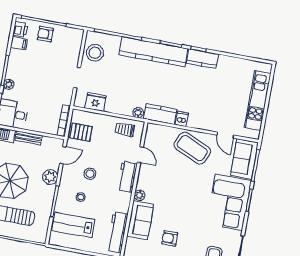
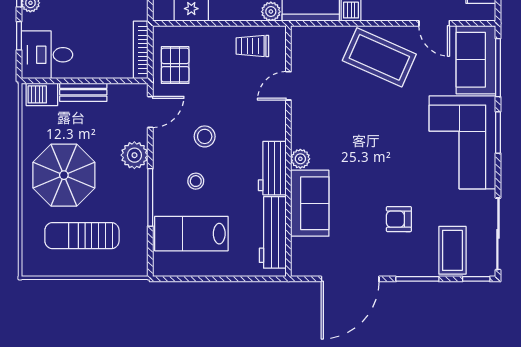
pallet: (81, 132) -> (175, 65), turned 90
door: (140, 155) -> (288, 86), swing flipped
workbench: (127, 177) -> (272, 168), moved
armchair: (170, 238) -> (399, 219), moved

